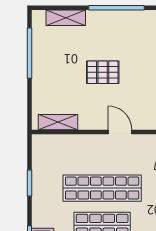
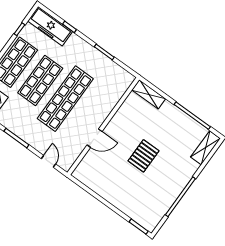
shelving: (66, 18) -> (205, 148), moved
shelving: (58, 122) -> (149, 94), moved, turned 90

